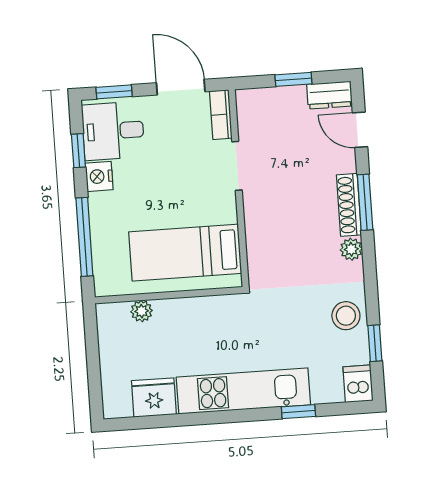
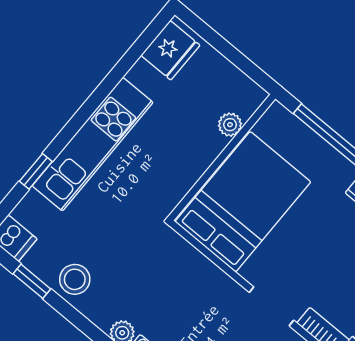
bed: (185, 253) -> (243, 202), width x1.50
fridge: (154, 398) -> (170, 50), moved

